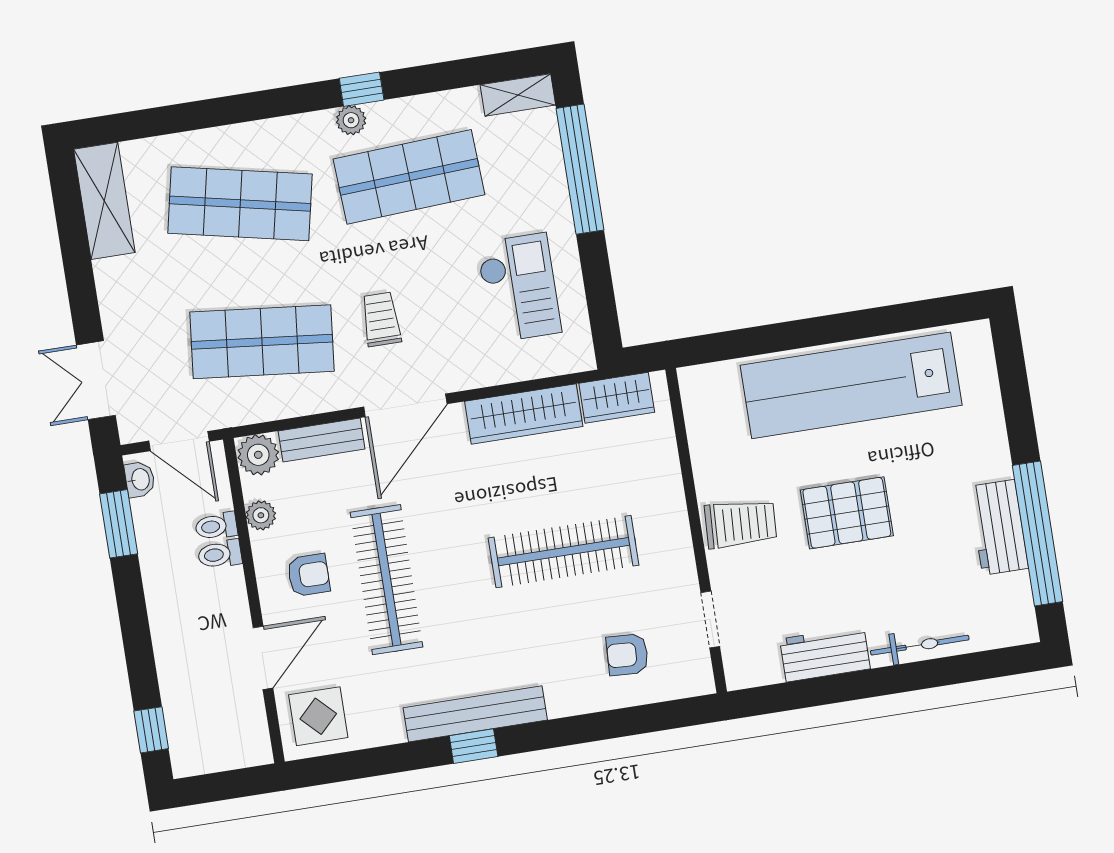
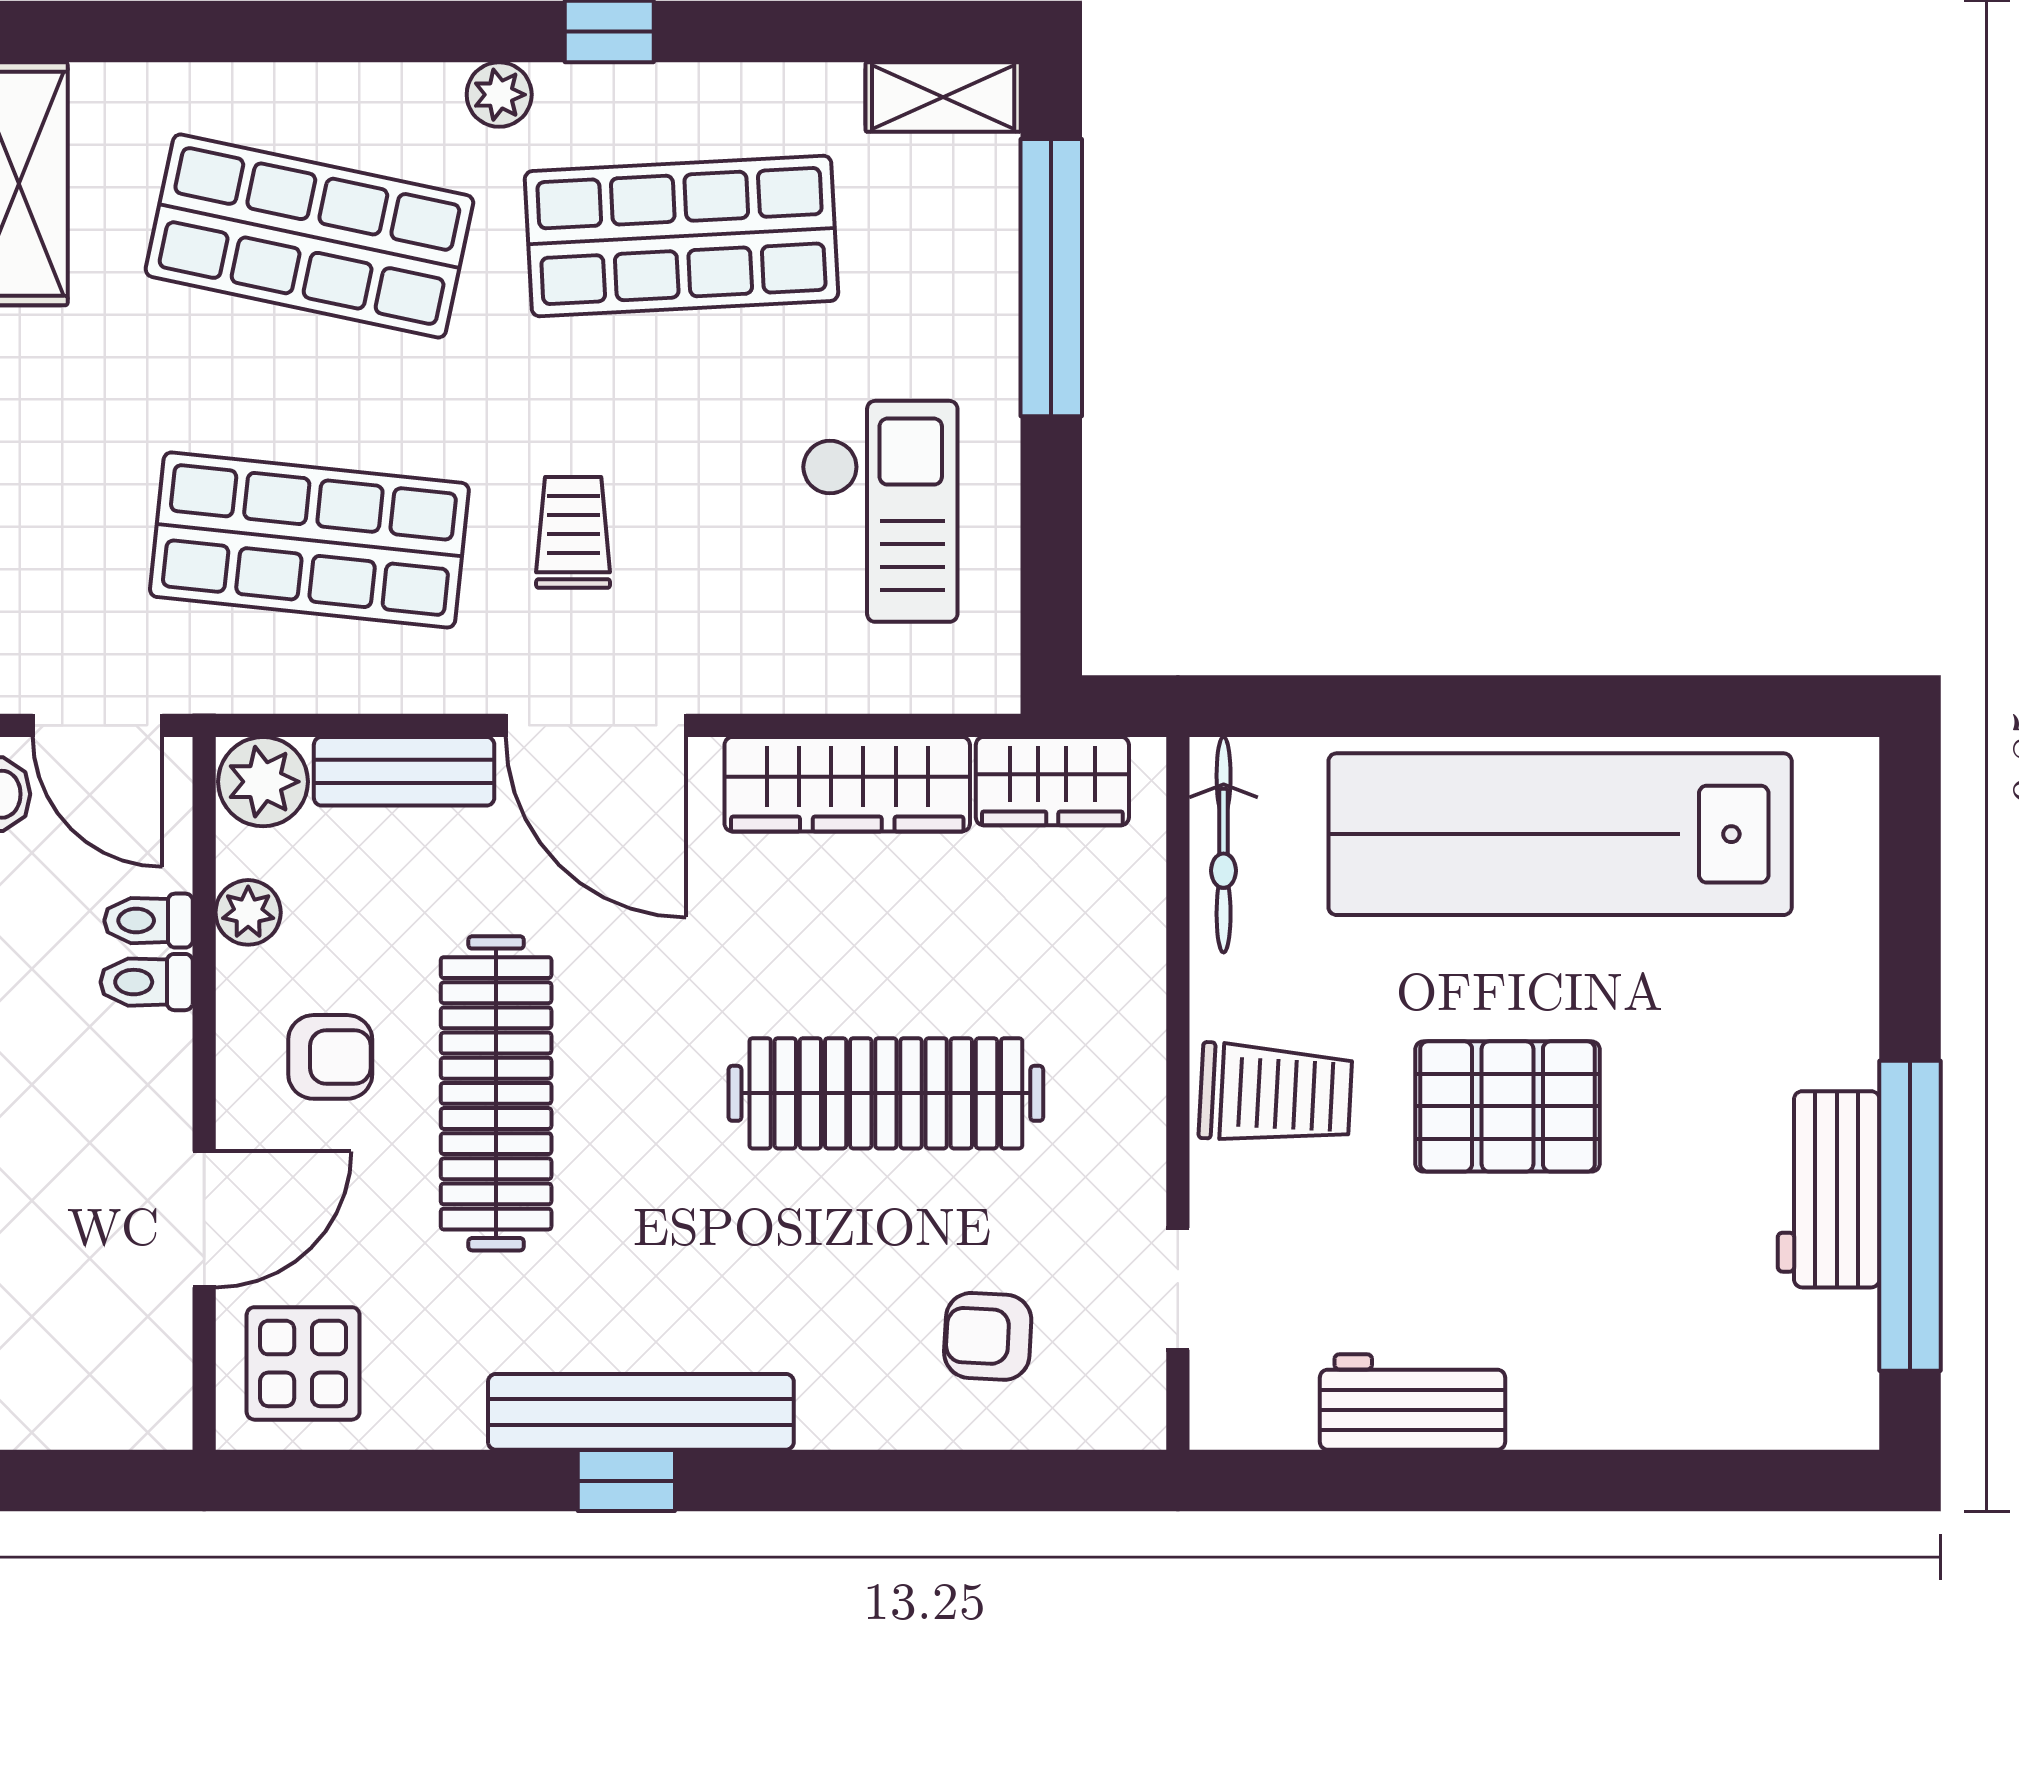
plant: (351, 120) -> (499, 95), moved
door: (405, 405) -> (596, 725), hinge flipped
bicycle: (920, 645) -> (1224, 845), moved, turned 90

